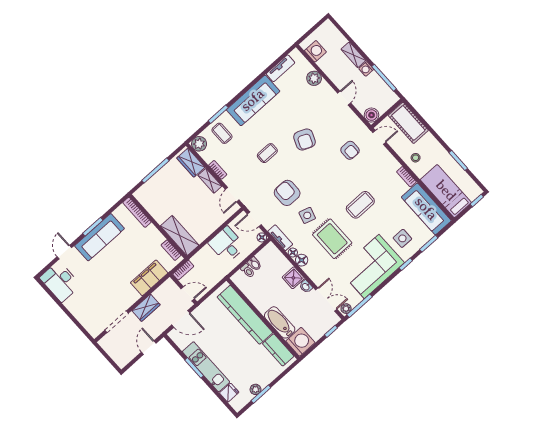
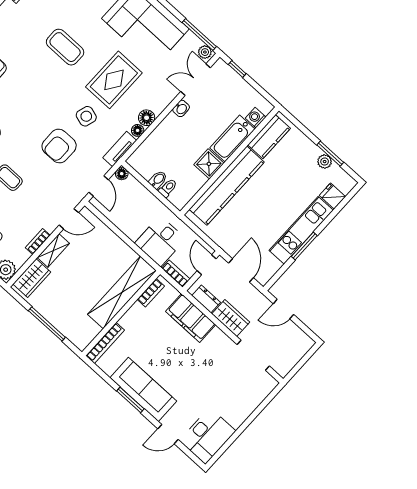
shelving: (180, 236) -> (122, 292), width x1.47
desk: (227, 245) -> (160, 241), moved
shower: (293, 278) -> (209, 164), moved
dresser: (162, 291) -> (206, 299), added
washing machine: (300, 342) -> (256, 118), width x0.53, depth x0.53

